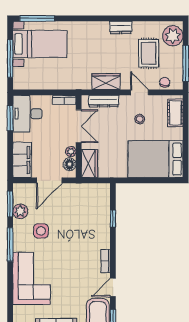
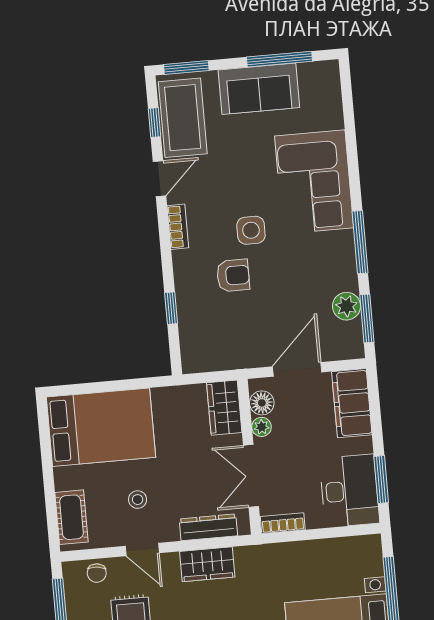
side table: (41, 231) -> (251, 230), moved
armchair: (79, 233) -> (233, 275), added

